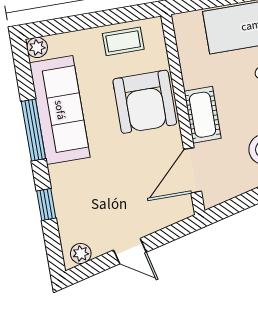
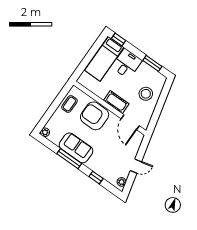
armchair: (145, 102) -> (95, 116), turned 180
sofa: (60, 110) -> (76, 148), width x0.73

